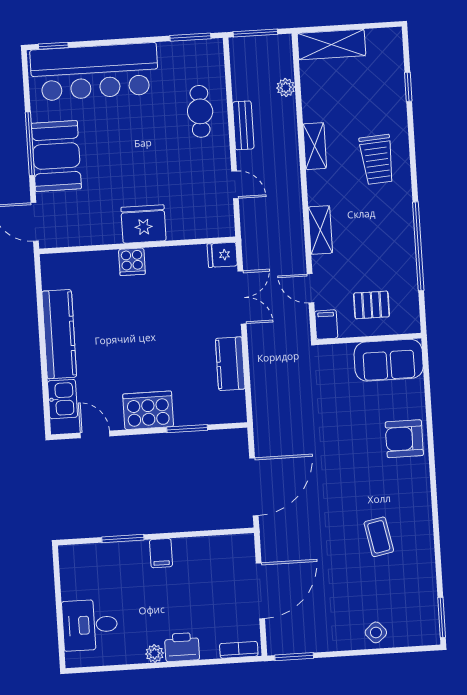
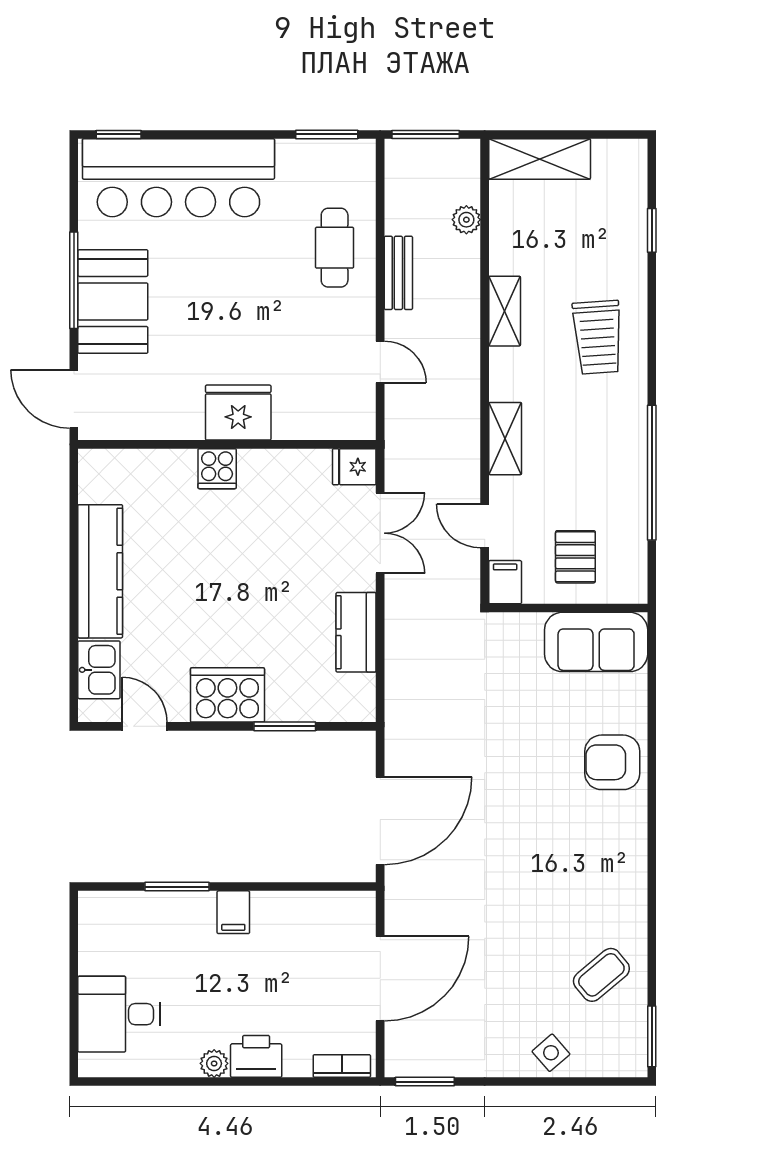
pallet: (371, 305) -> (575, 557), turned 90
coffee table: (379, 537) -> (601, 975), moved, turned 61

